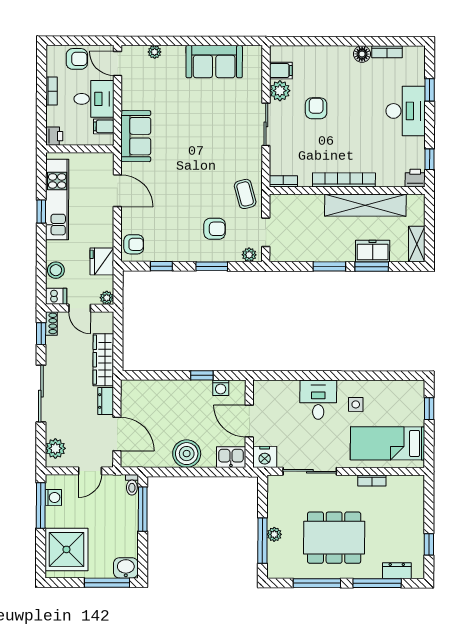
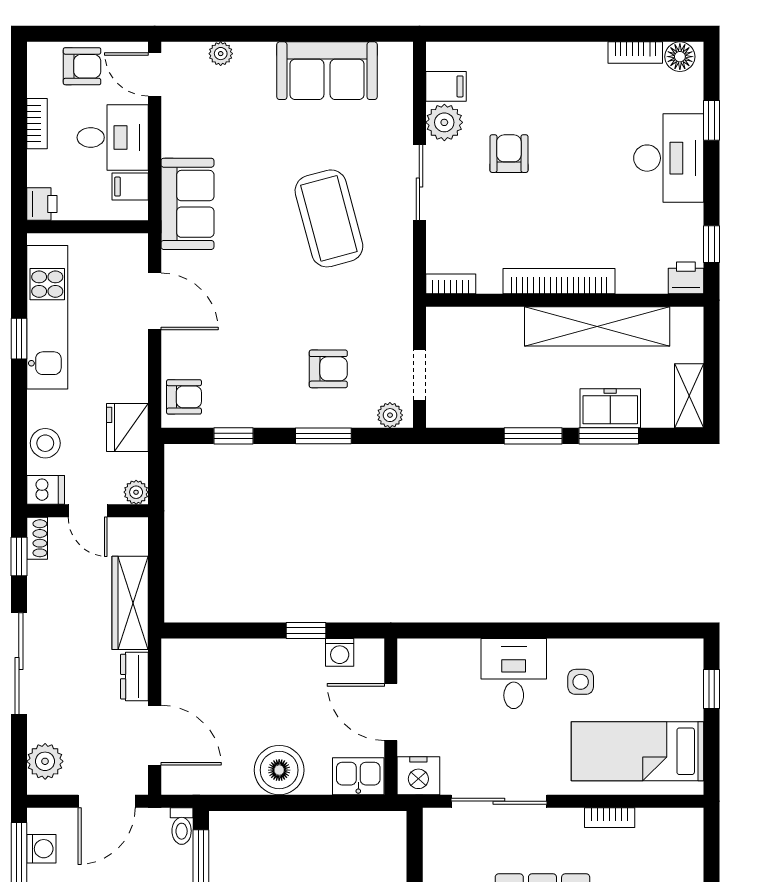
floor lamp: (362, 54) -> (680, 57), moved
coffee table: (245, 194) -> (329, 218), moved, width x1.86, depth x1.72
door: (90, 471) -> (107, 801), width x1.38

